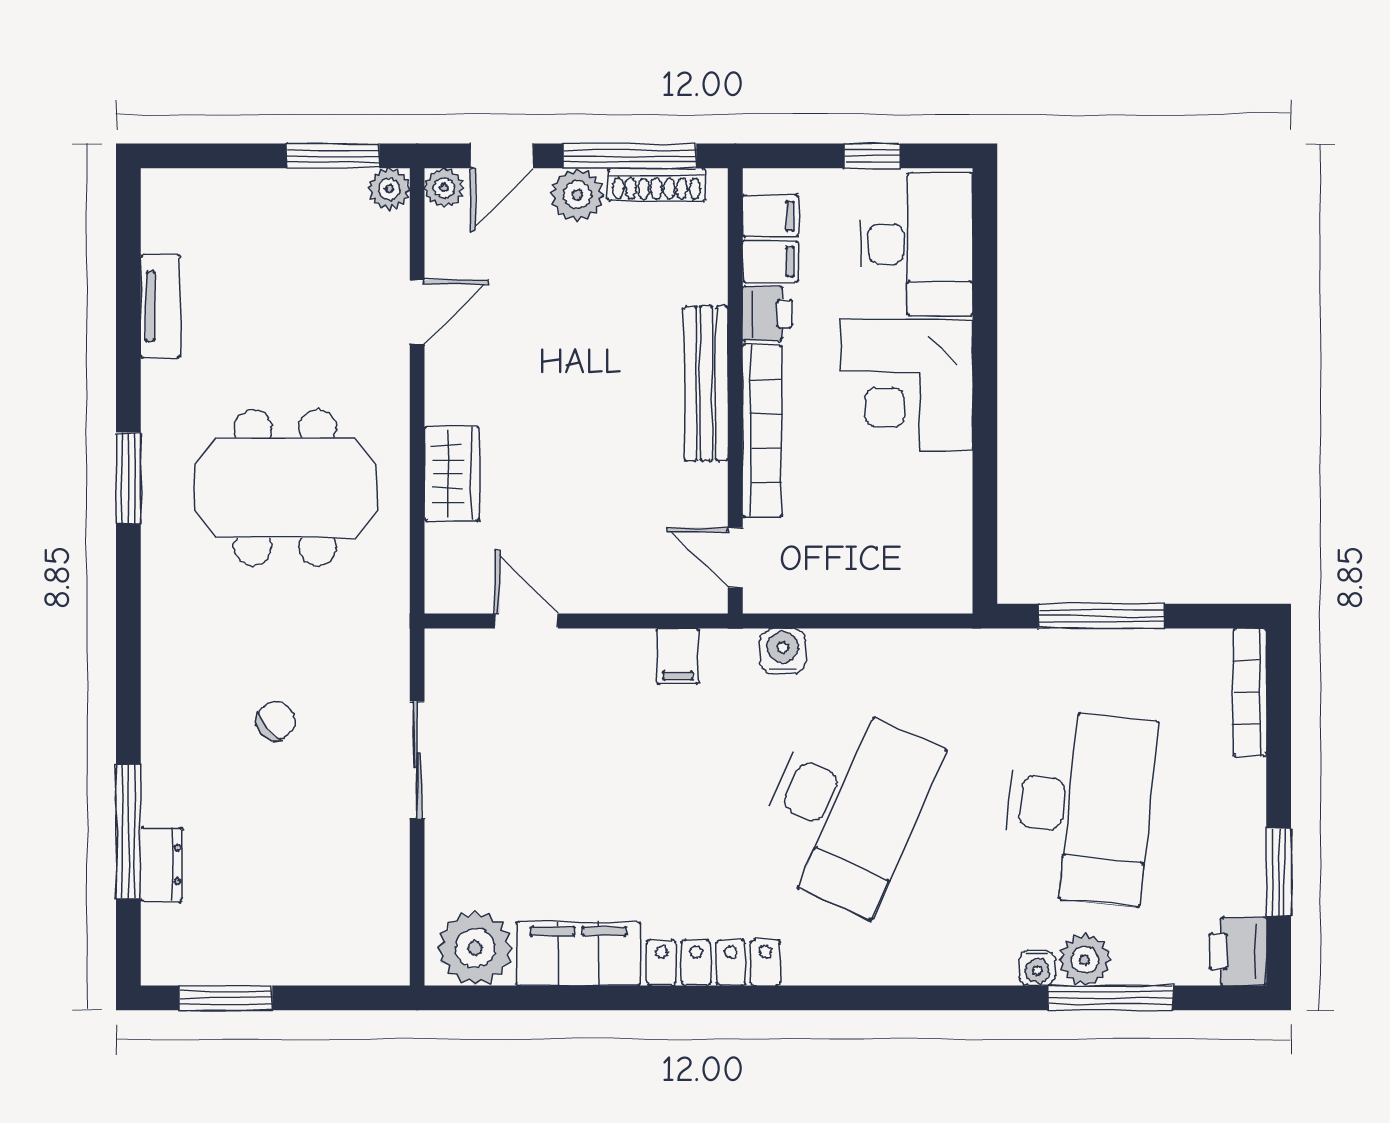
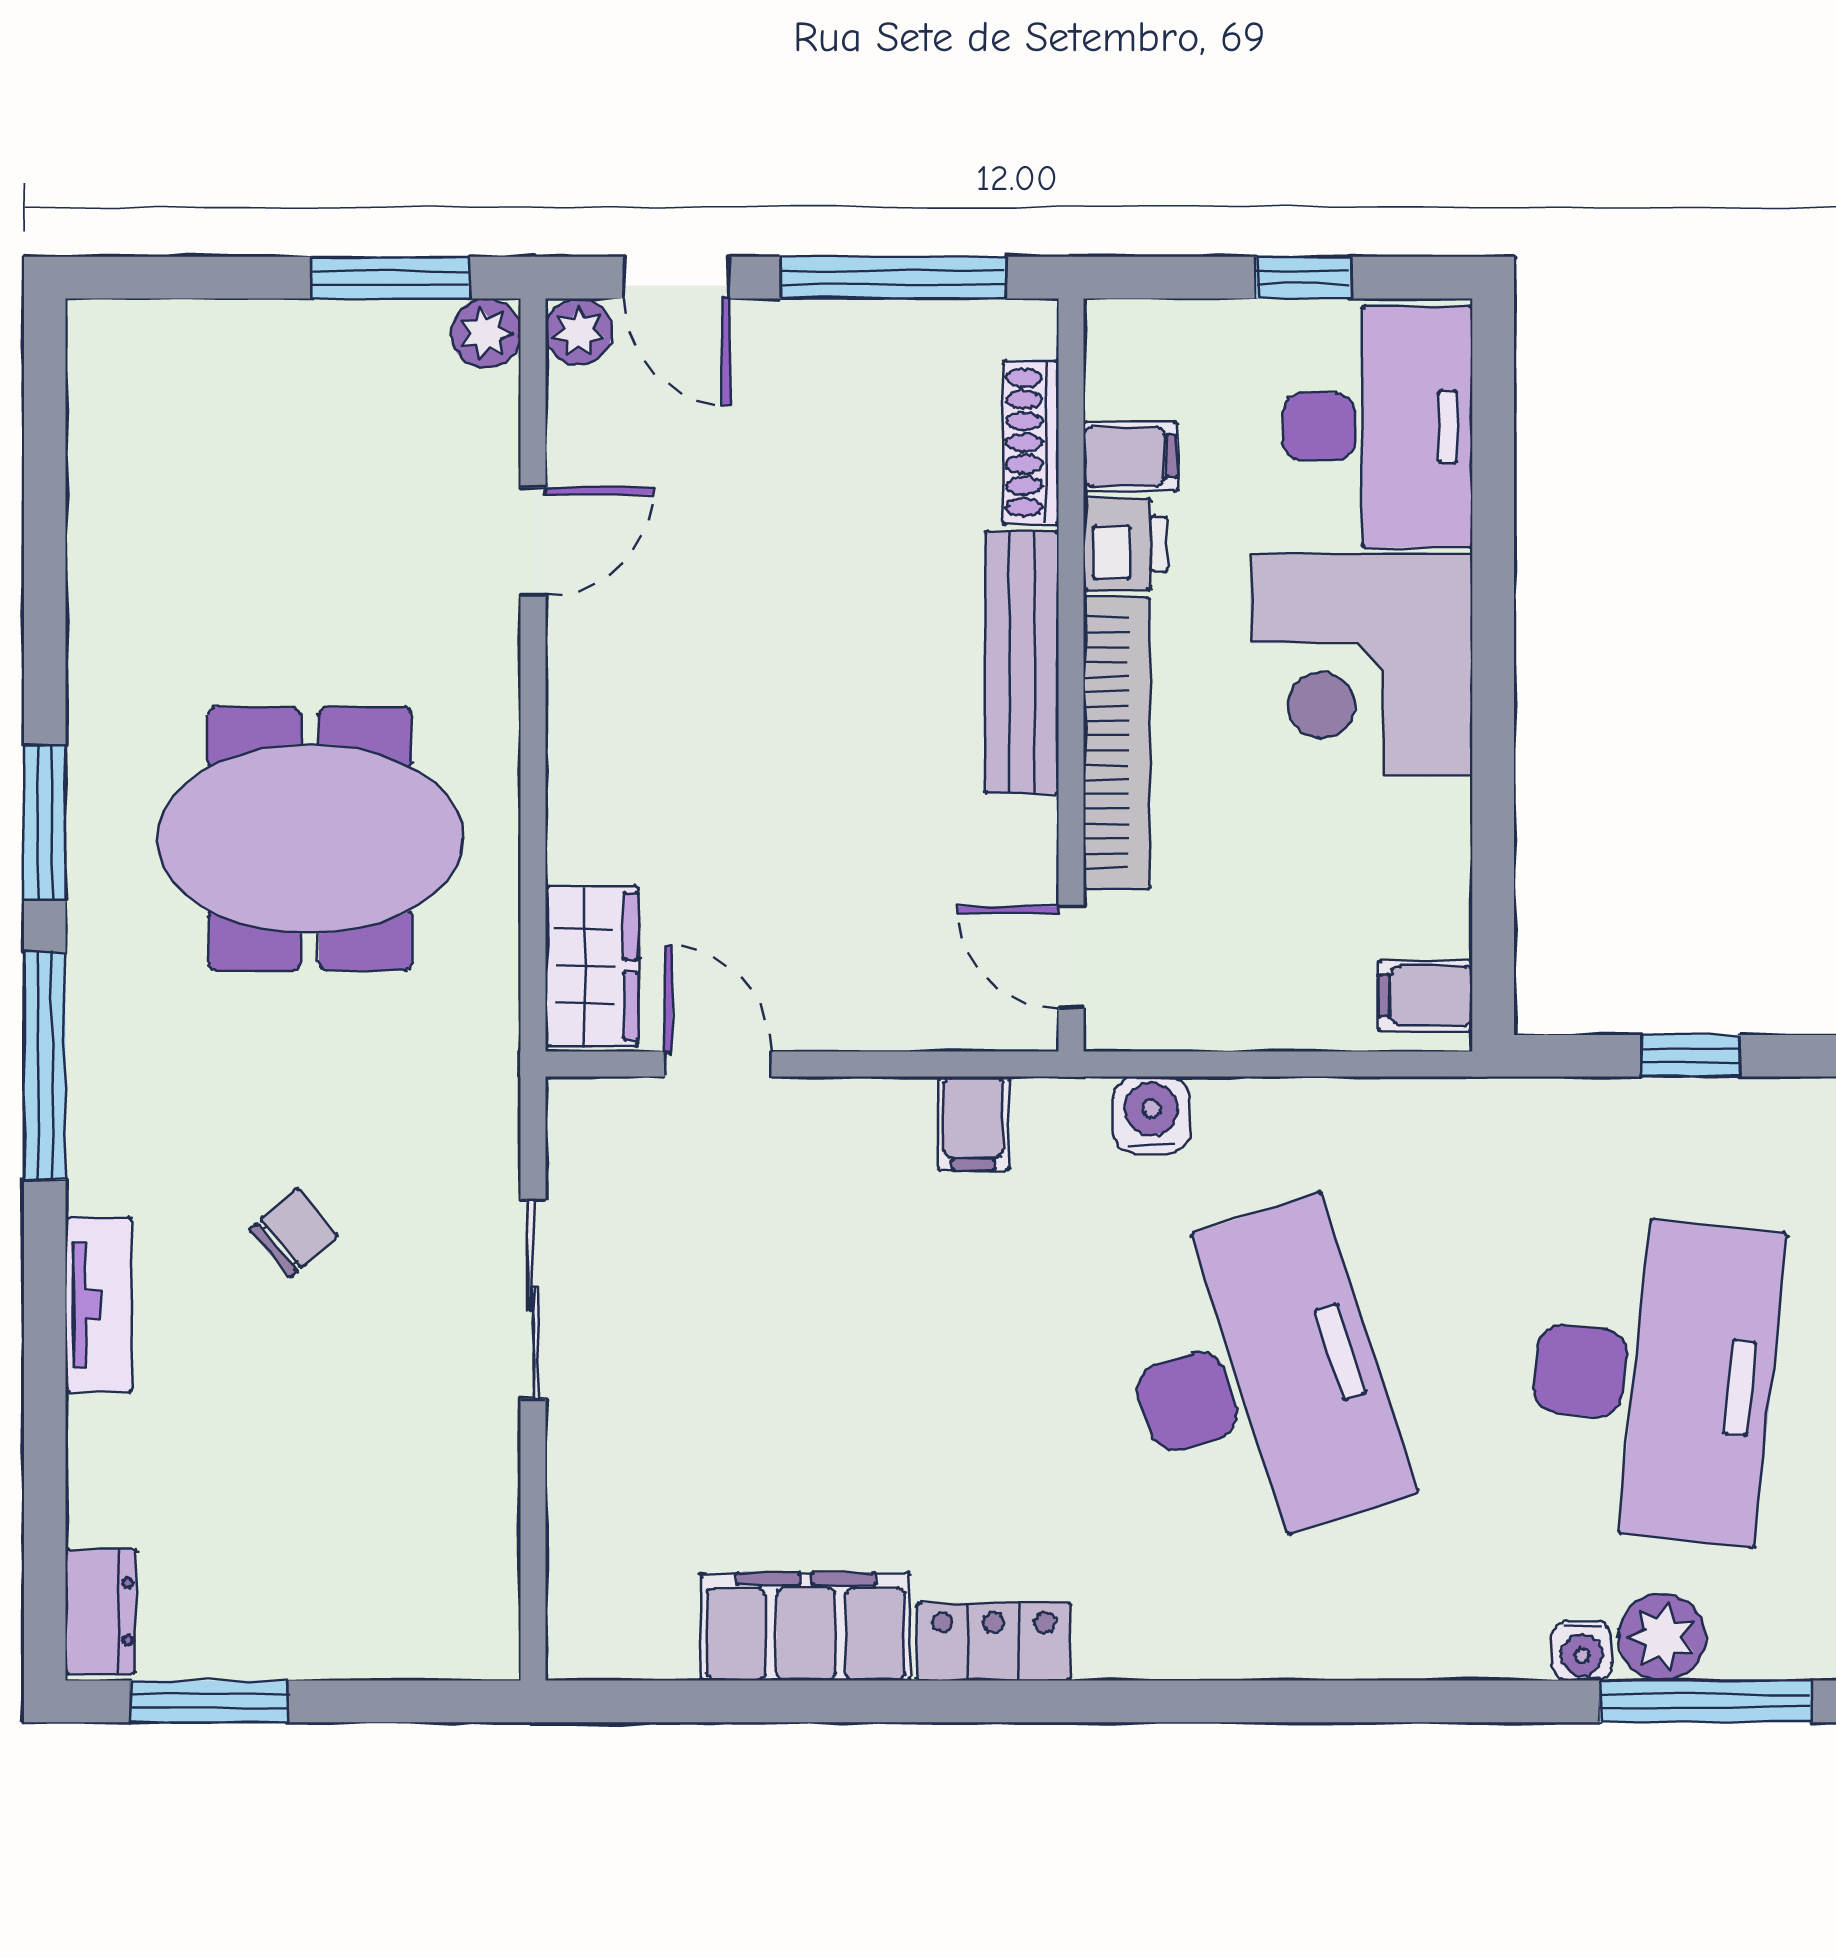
door: (502, 156) -> (676, 278), hinge flipped
shoe rack: (656, 185) -> (1031, 443), moved, turned 90
plant: (577, 195) -> (804, 343), removed
filing cabinet: (770, 216) -> (1425, 996), moved, turned 180
tv unit: (160, 306) -> (99, 1305), moved
wardrobe: (452, 474) -> (592, 966), moved
window: (1102, 616) -> (1691, 1056), width x0.46
desk: (845, 807) -> (1257, 1379), turned -42
window: (128, 832) -> (45, 1066), moved
dresser: (161, 864) -> (101, 1612), moved
plant: (475, 948) -> (631, 1617), removed
locker: (713, 963) -> (994, 1642), width x0.66

